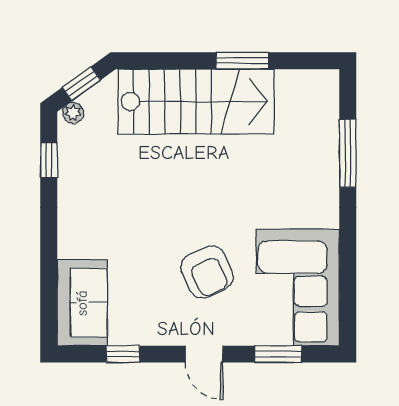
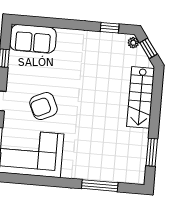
window: (242, 61) -> (152, 152), moved
stairs: (196, 101) -> (141, 97), width x0.73, depth x0.66

